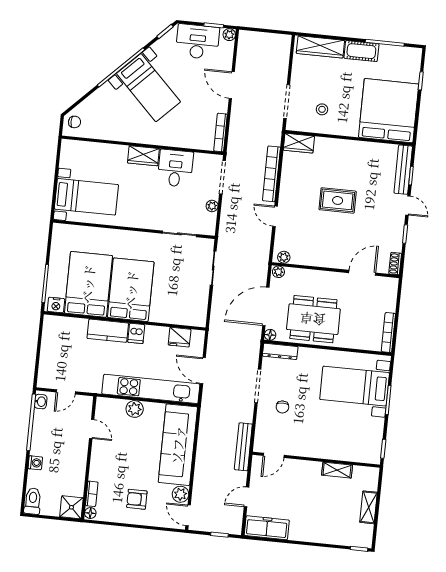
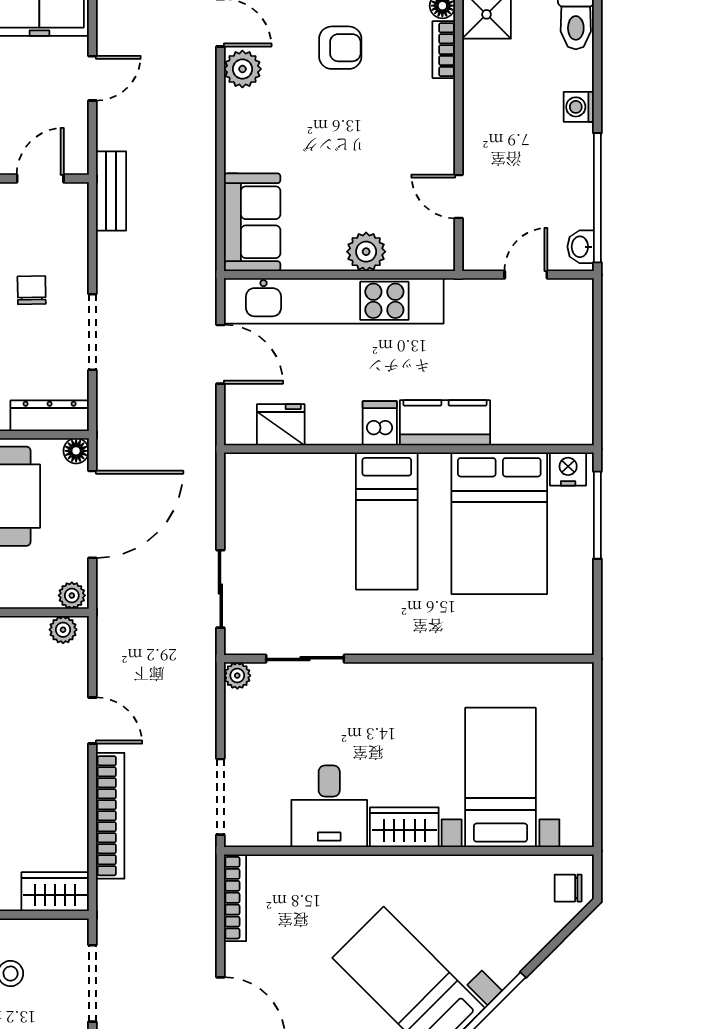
bed with nightstands: (86, 197) -> (501, 777), moved, turned 90
plant: (212, 206) -> (237, 676), moved
bed: (131, 290) -> (387, 521), width x0.67
sofa: (178, 445) -> (252, 222), width x0.54, depth x0.79
bench: (243, 447) -> (111, 191), width x0.73

